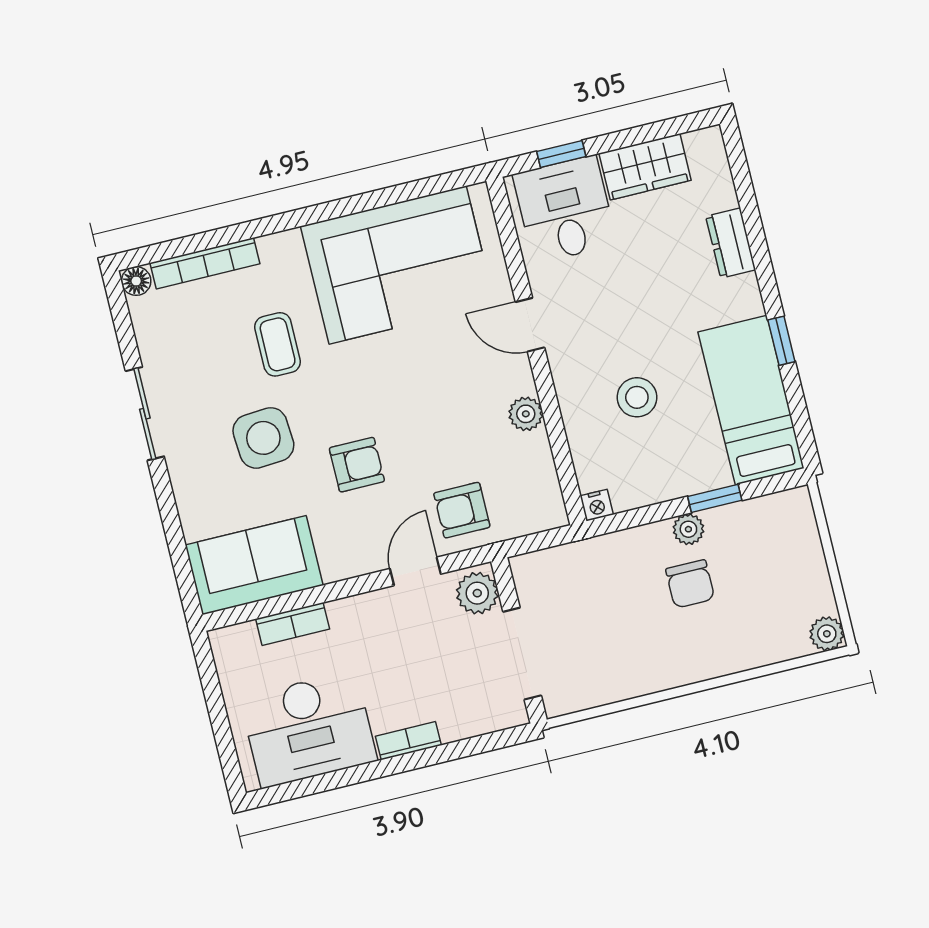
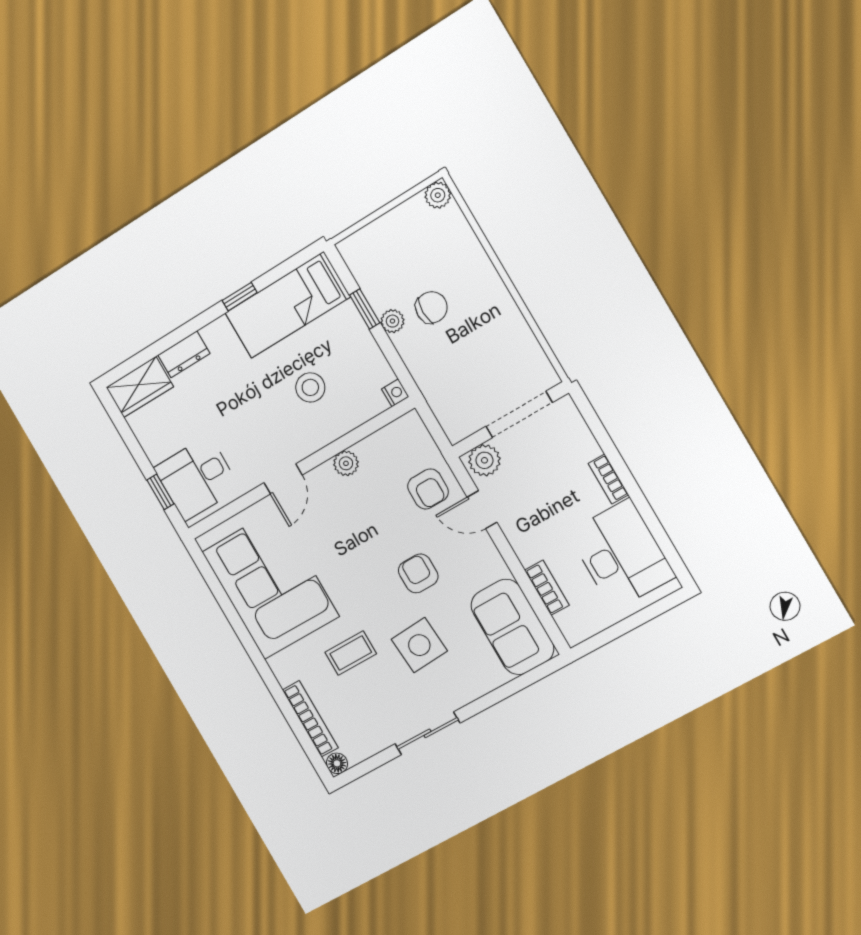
wardrobe: (645, 167) -> (140, 387), moved, turned 90

